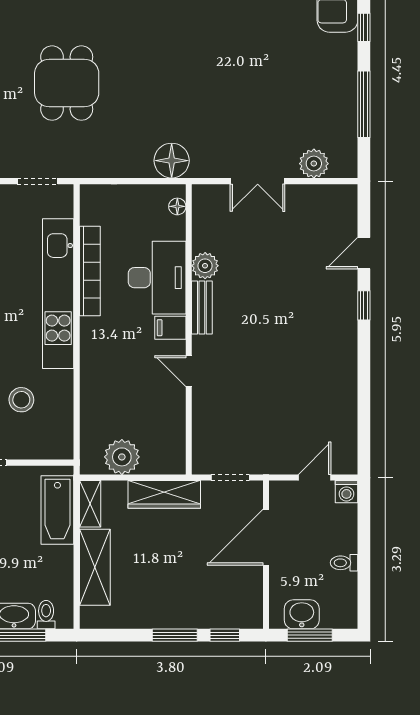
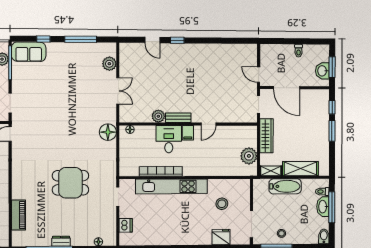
desk: (157, 278) -> (169, 139), width x0.73
door: (315, 478) -> (259, 75), moved
washing machine: (346, 492) -> (265, 49), removed
bathtub: (57, 510) -> (285, 186), moved

